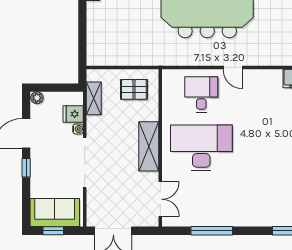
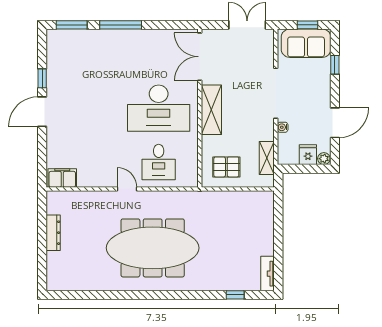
fridge: (73, 114) -> (308, 155), moved, turned -90
window: (26, 168) -> (335, 65), moved
double door: (160, 199) -> (200, 57), width x1.37
window: (212, 231) -> (121, 25), moved

